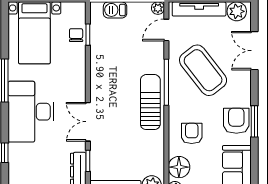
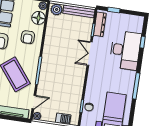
sun lounger: (150, 102) -> (50, 60), removed
desk: (31, 112) -> (125, 50), moved
double door: (88, 122) -> (90, 54), swing flipped

